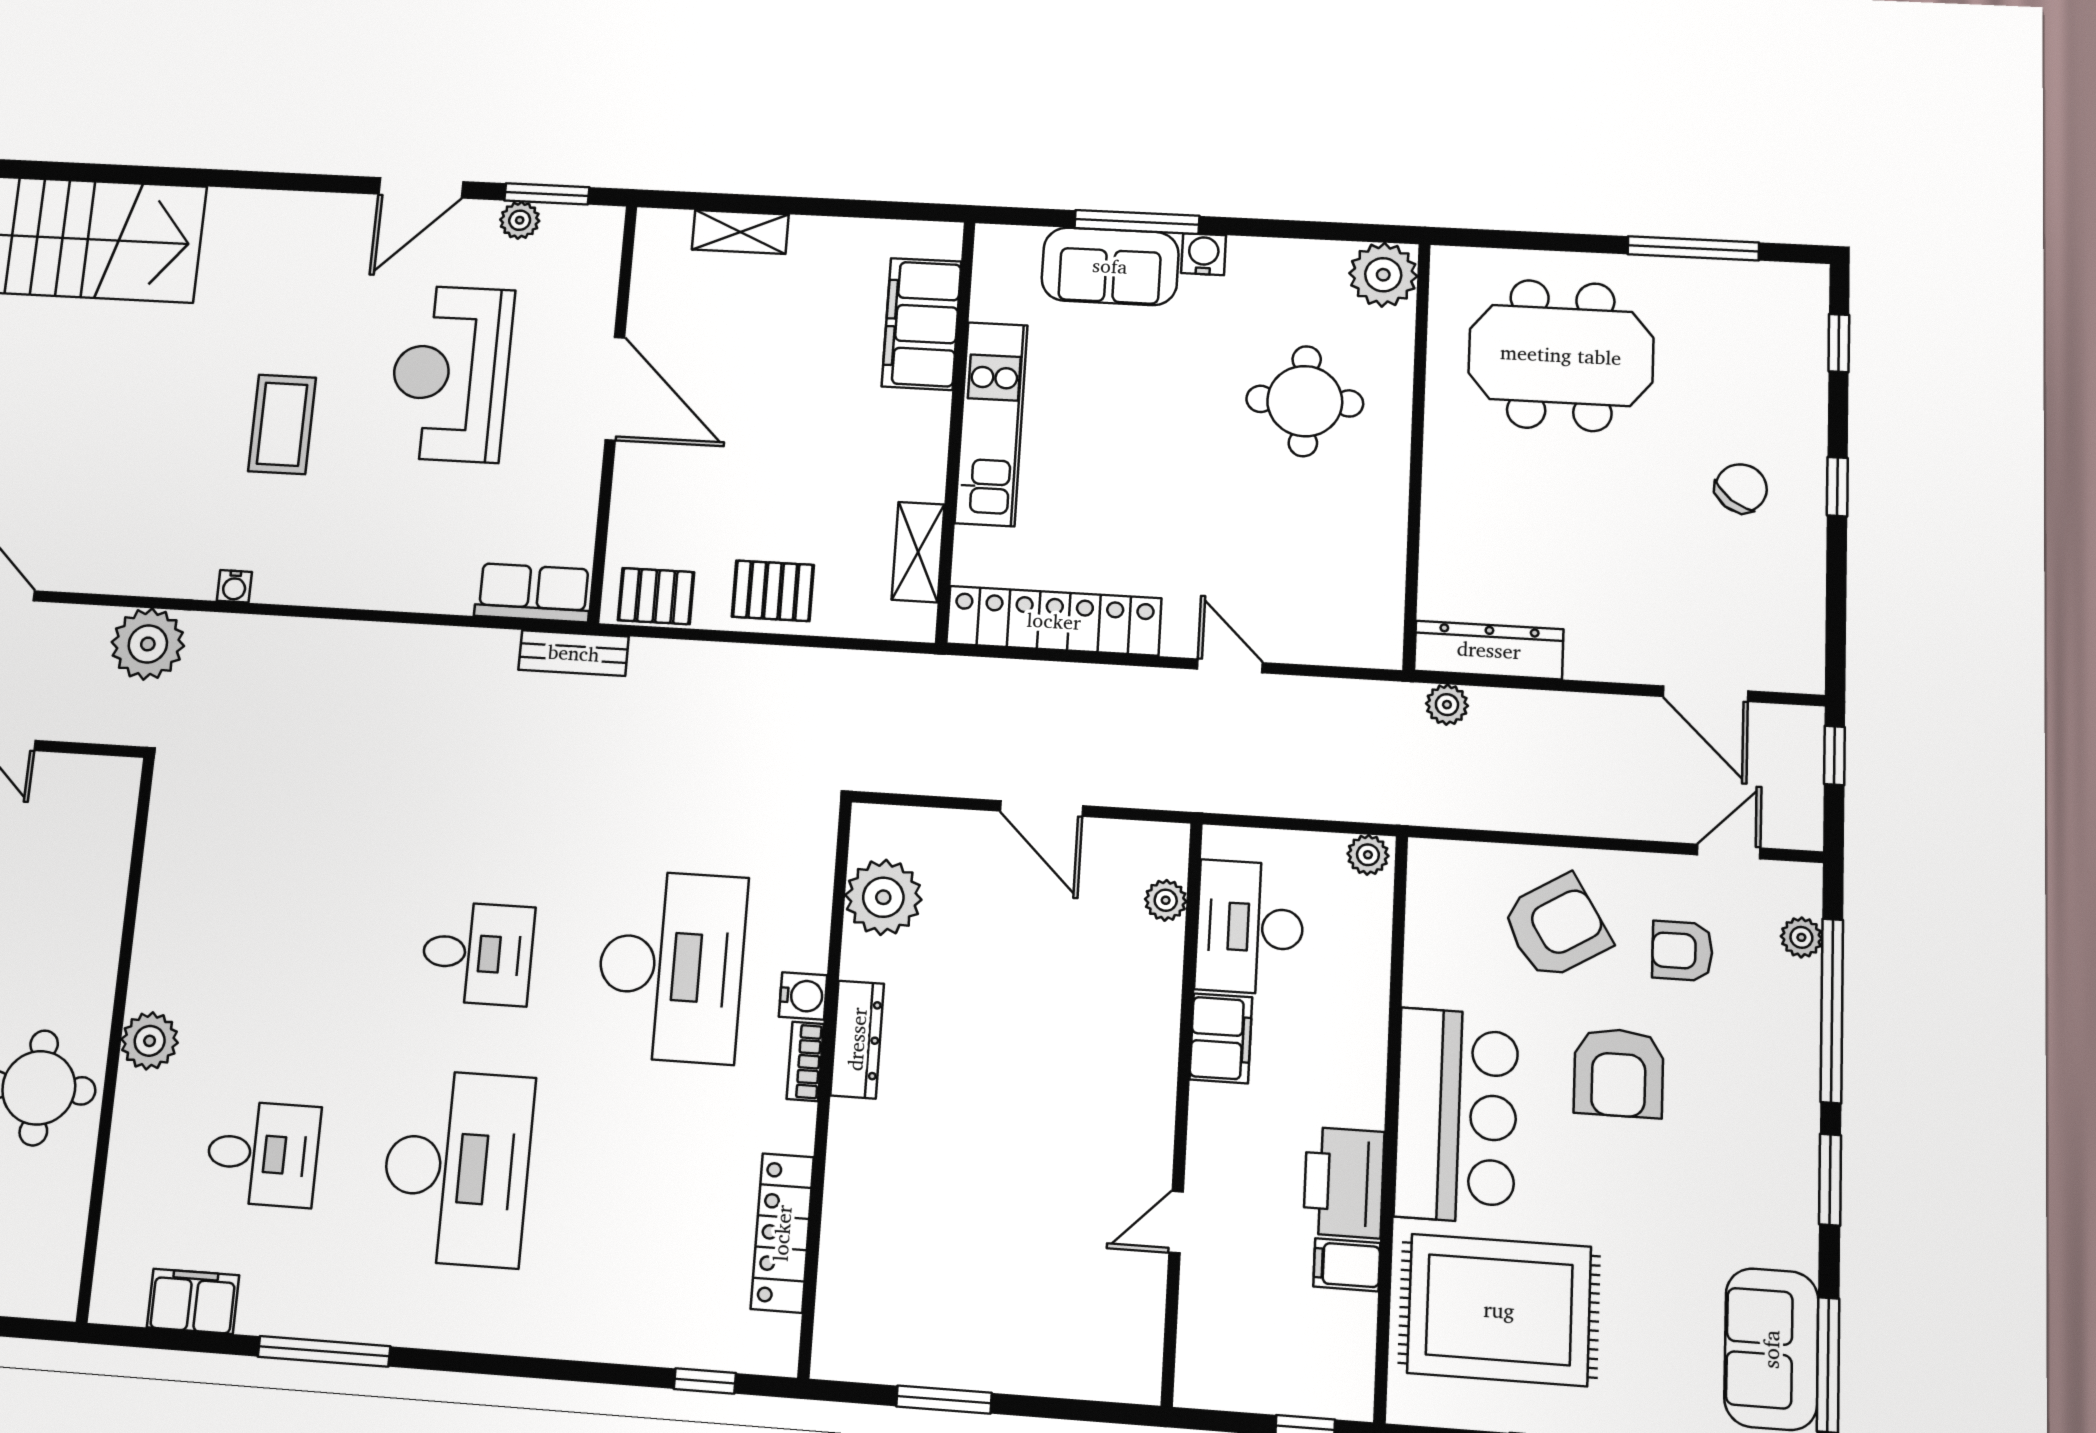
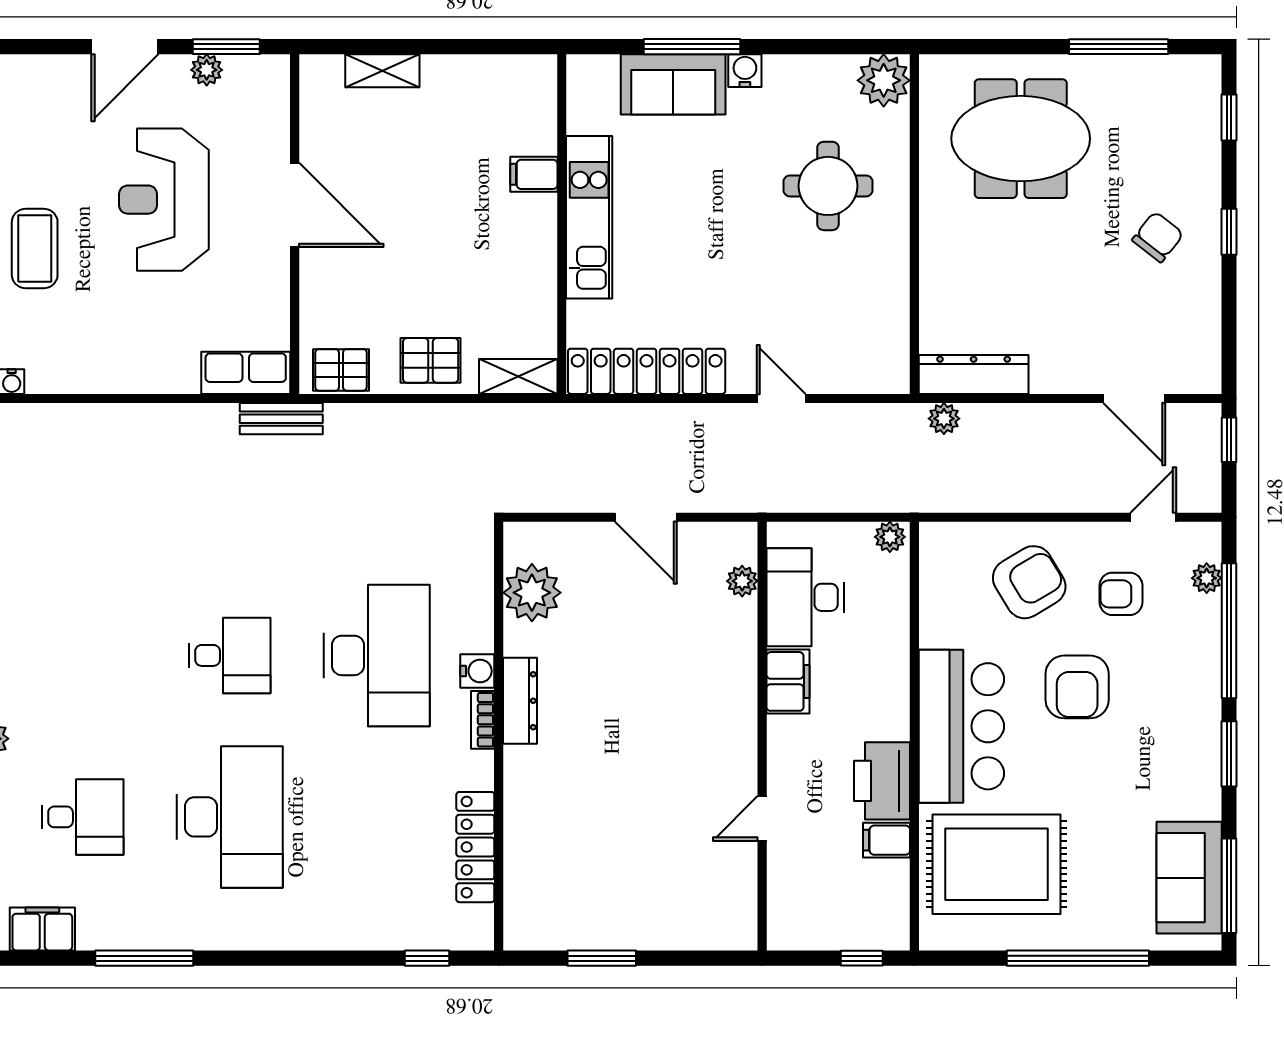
filing cabinet: (922, 324) -> (534, 174), width x0.33, depth x0.86
shelving: (918, 552) -> (518, 376), moved, turned 90

